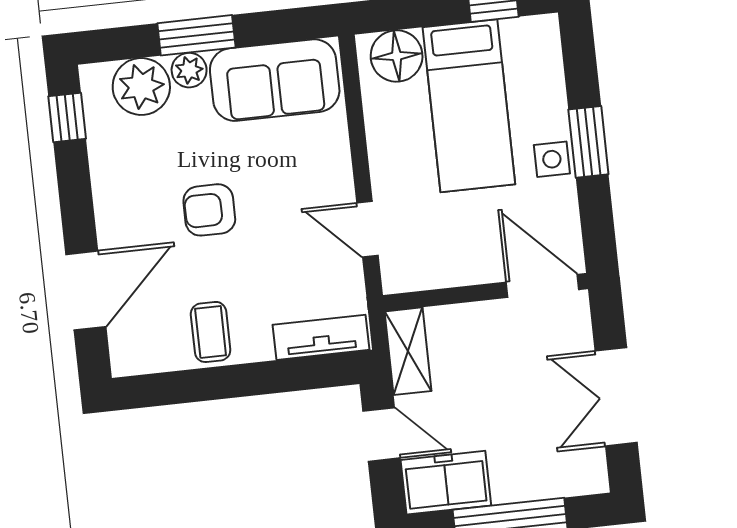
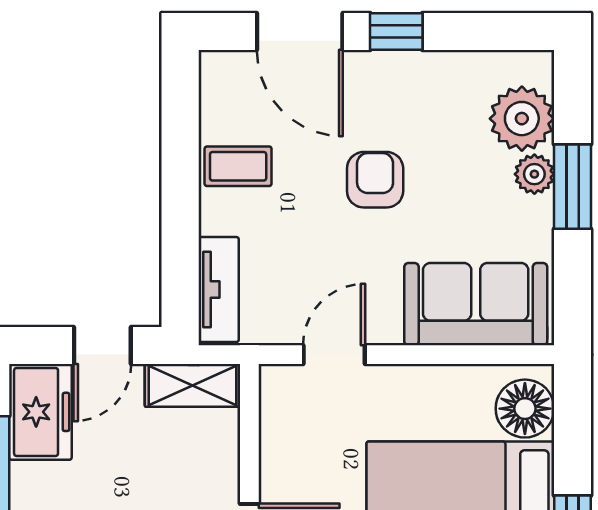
sofa: (275, 80) -> (476, 304), moved, turned 90
window: (67, 118) -> (396, 32), moved

